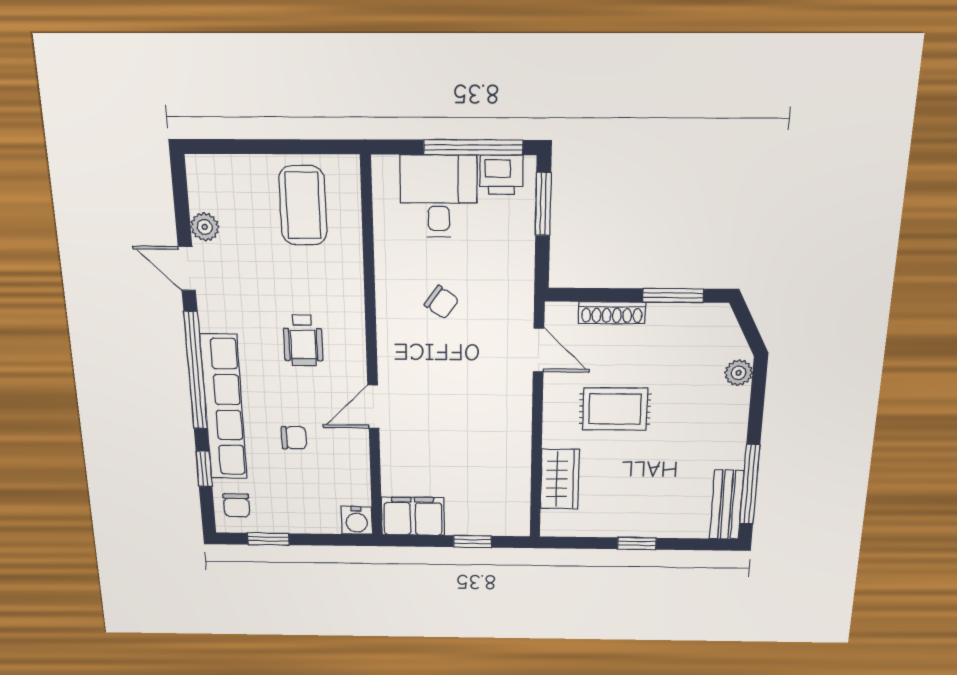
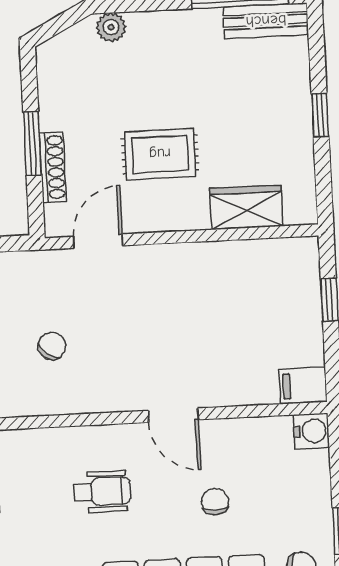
window: (673, 295) -> (32, 143), moved
rug: (615, 409) -> (160, 154), turned 90
filing cabinet: (413, 516) -> (303, 385), width x0.50

